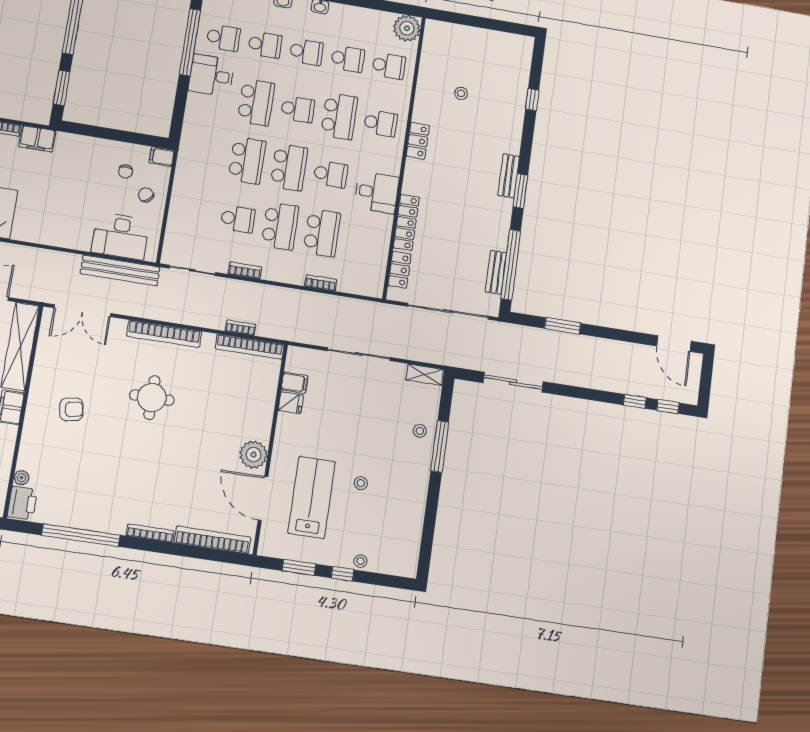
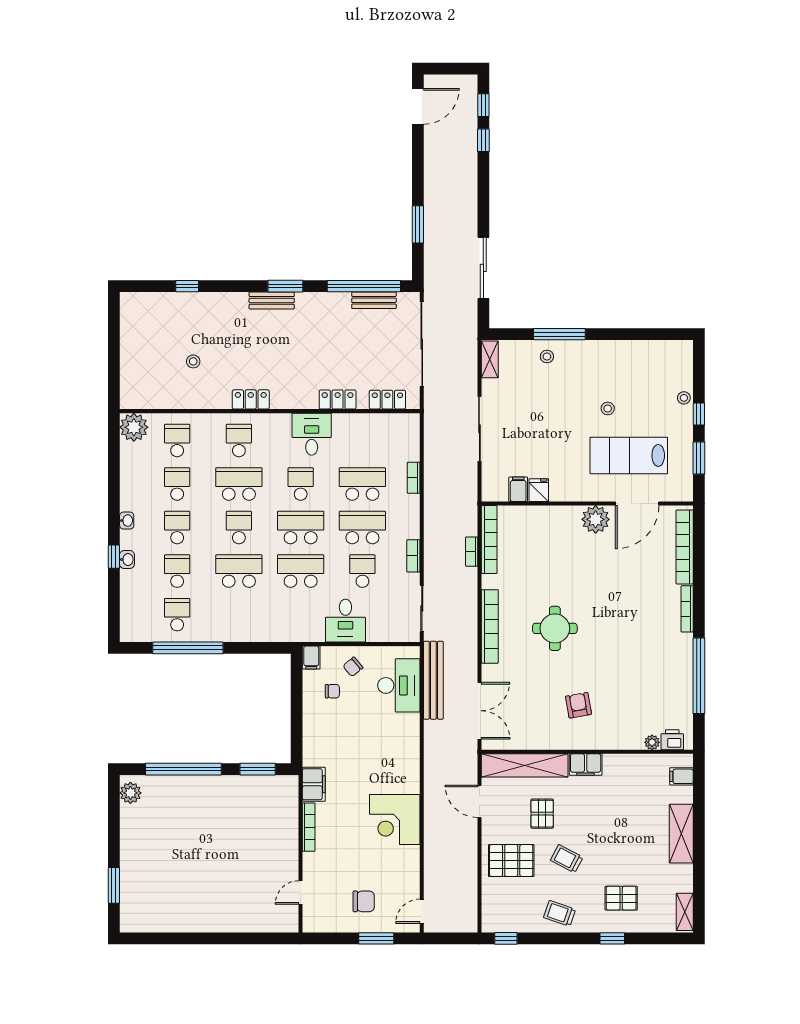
desk: (211, 75) -> (345, 621), moved
locker: (406, 222) -> (338, 400), width x0.66
printer: (22, 503) -> (672, 740), width x0.73, depth x0.81

